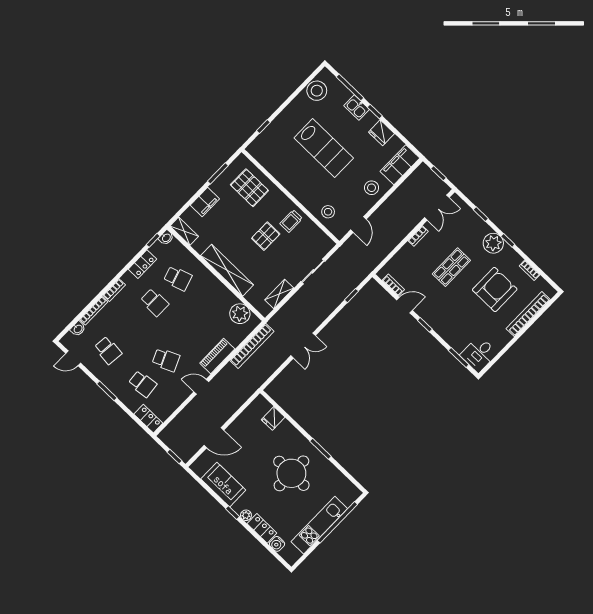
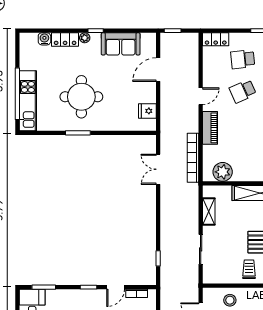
double door: (303, 346) -> (158, 169), moved
fridge: (273, 418) -> (147, 111), moved, turned -90
kitchen unit: (319, 525) -> (28, 101), moved

